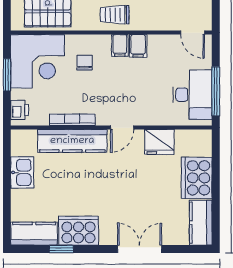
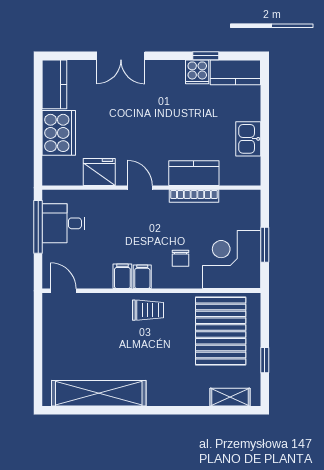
desk: (192, 95) -> (63, 223), width x0.73
printer: (20, 110) -> (251, 207), removed
door: (122, 128) -> (140, 188), hinge flipped
kitchen counter: (72, 141) -> (194, 173), width x0.67
cooker: (78, 231) -> (197, 72), width x0.53, depth x0.76

